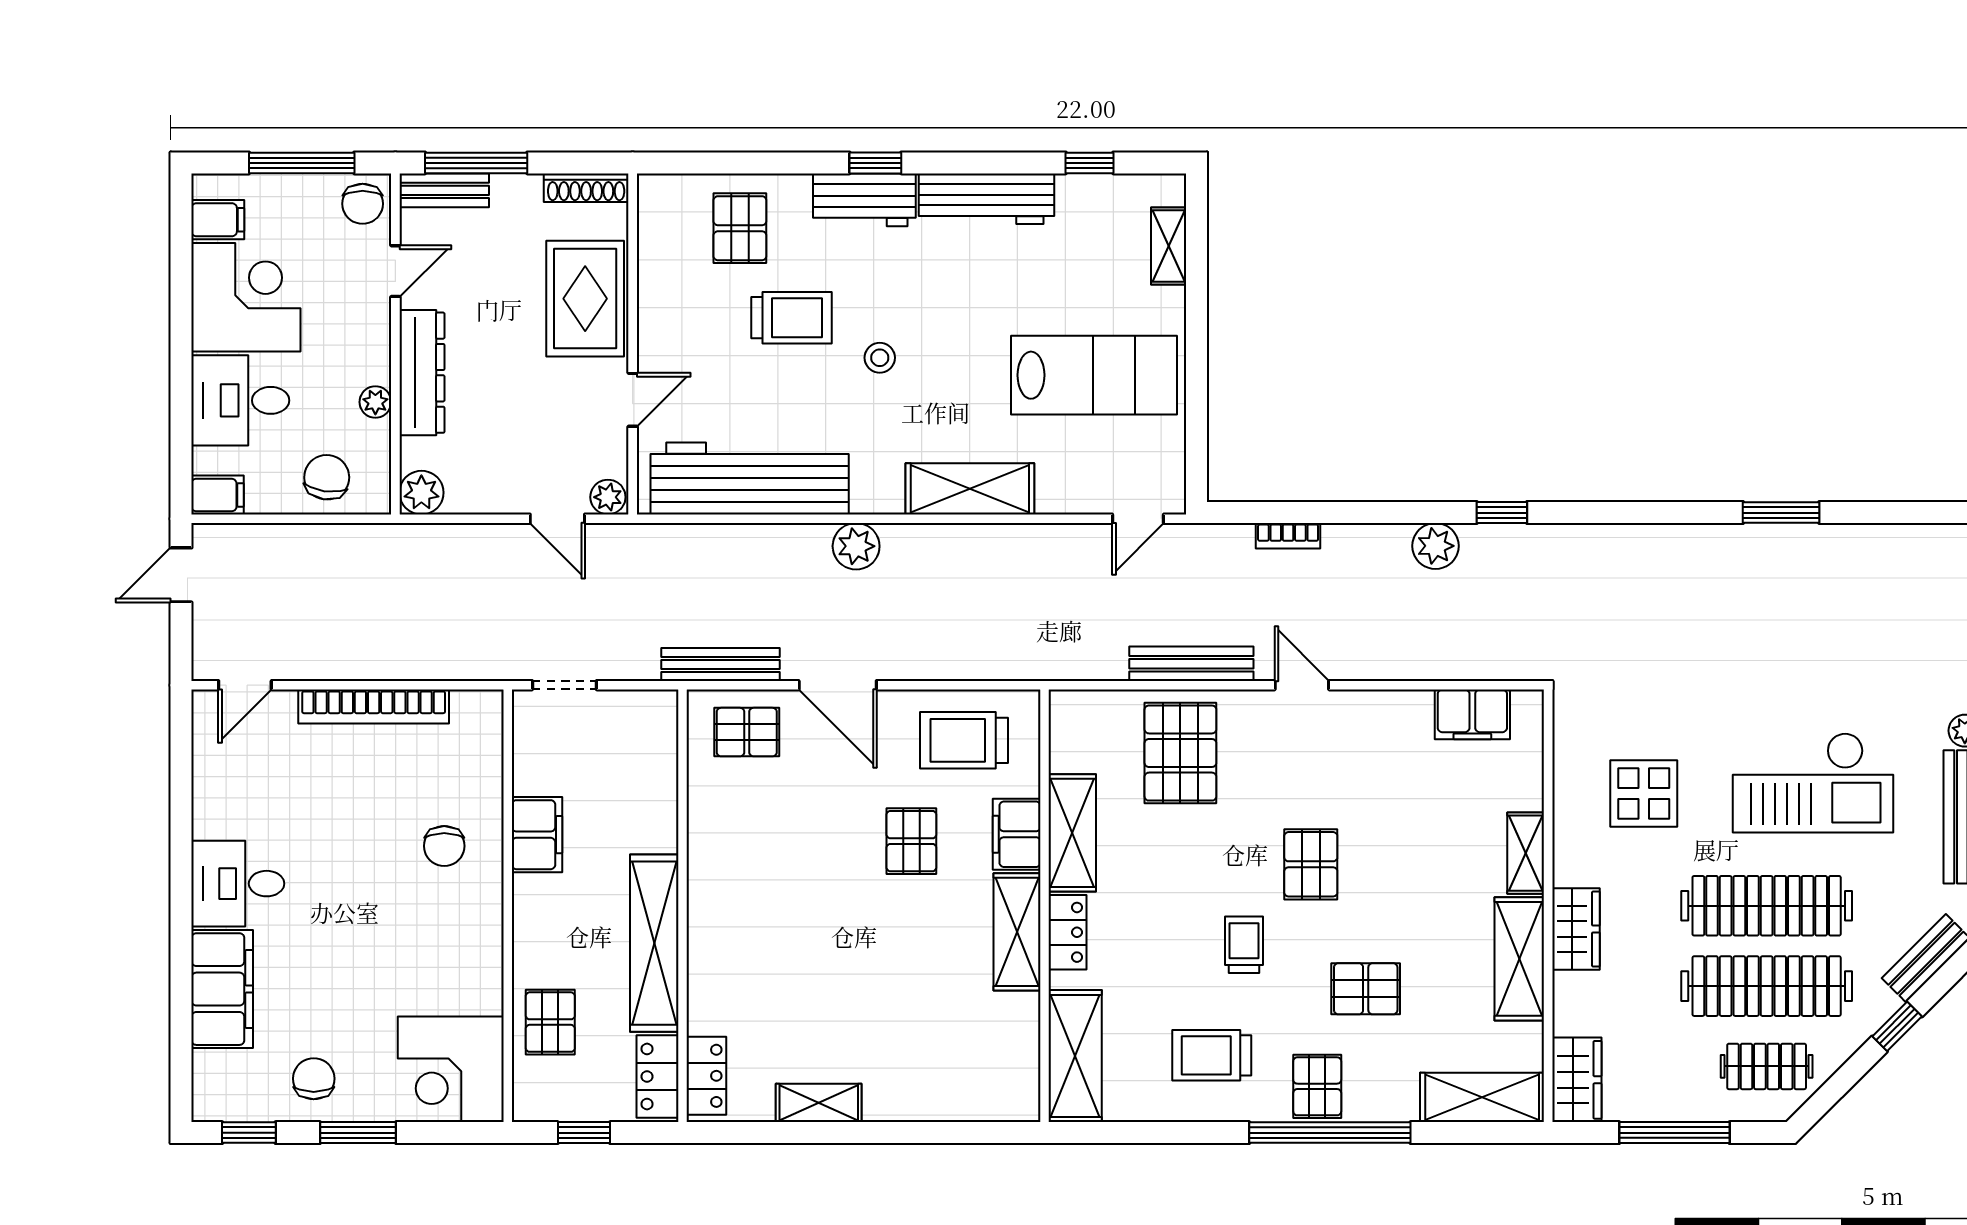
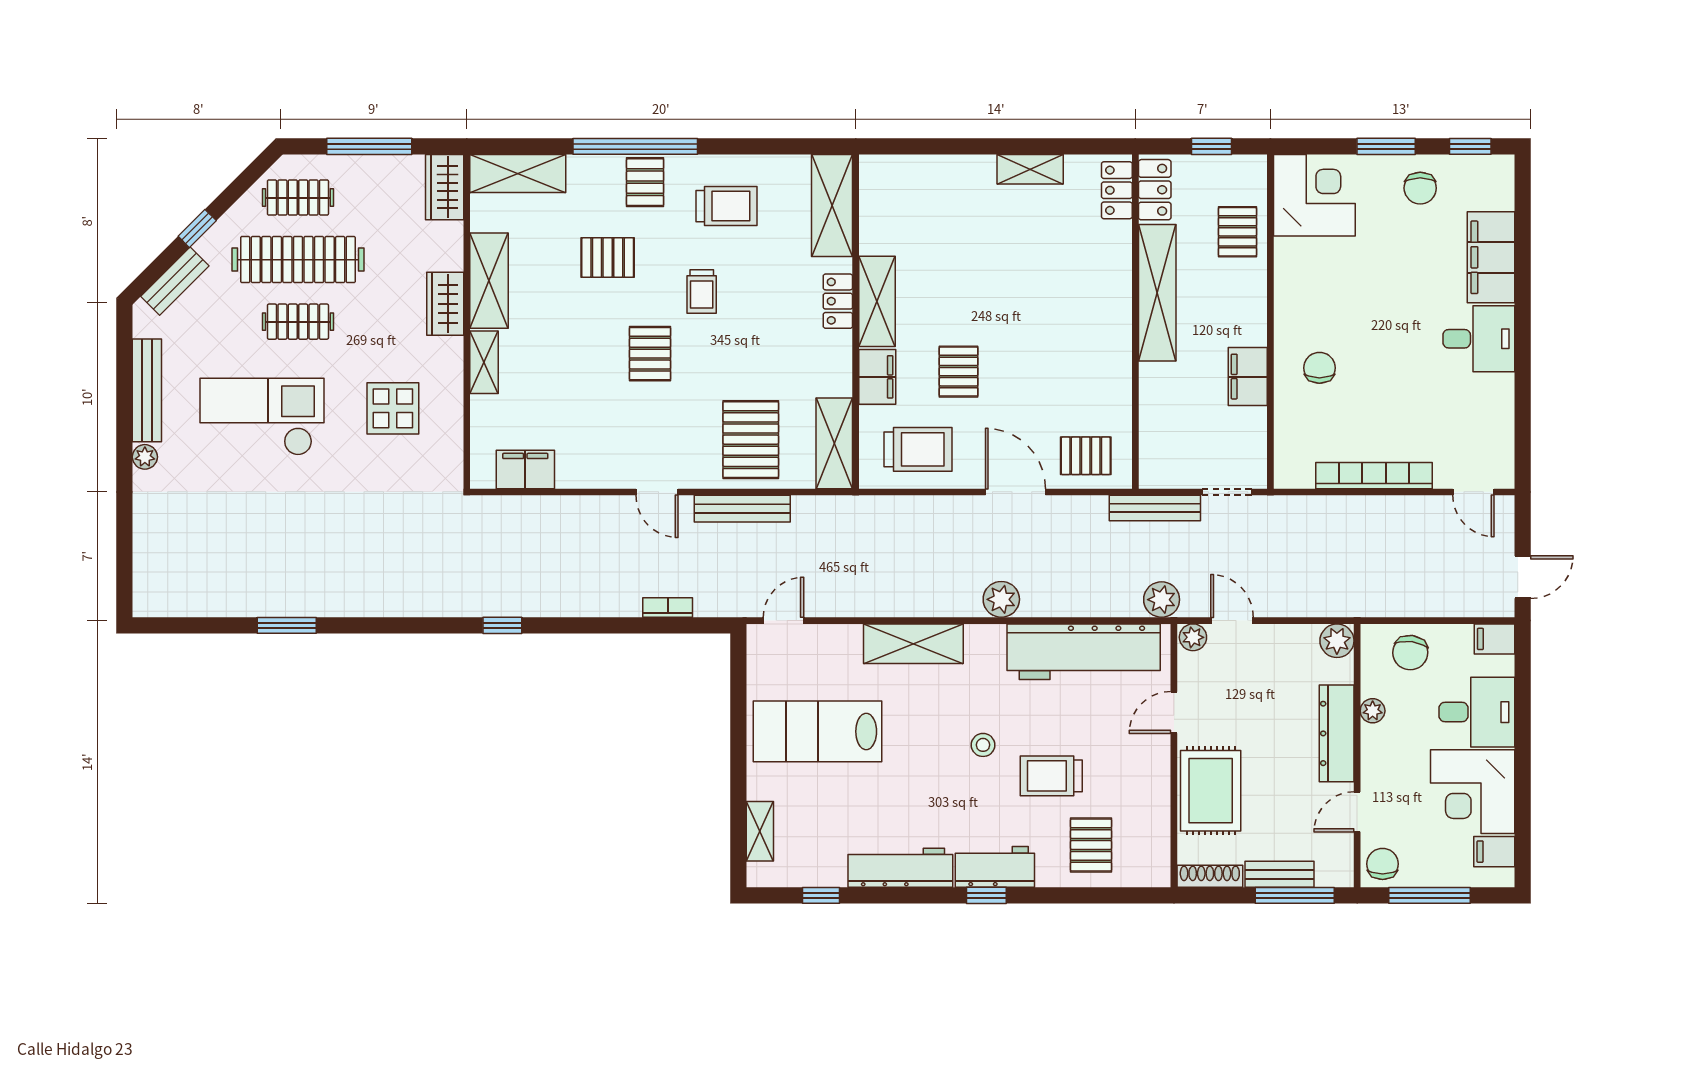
bench: (445, 190) -> (1279, 874), moved
plant: (1435, 546) -> (1162, 600), moved
bench: (721, 665) -> (1155, 508), moved
door: (245, 685) -> (1473, 492), swing flipped
shelving: (1072, 833) -> (834, 443), moved
clothes rail: (1767, 906) -> (298, 322), width x0.54, depth x0.76

